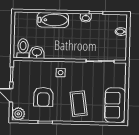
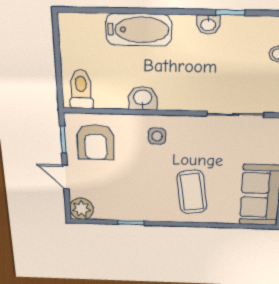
washbasin: (37, 52) -> (143, 98), moved
armchair: (43, 97) -> (96, 142), moved

